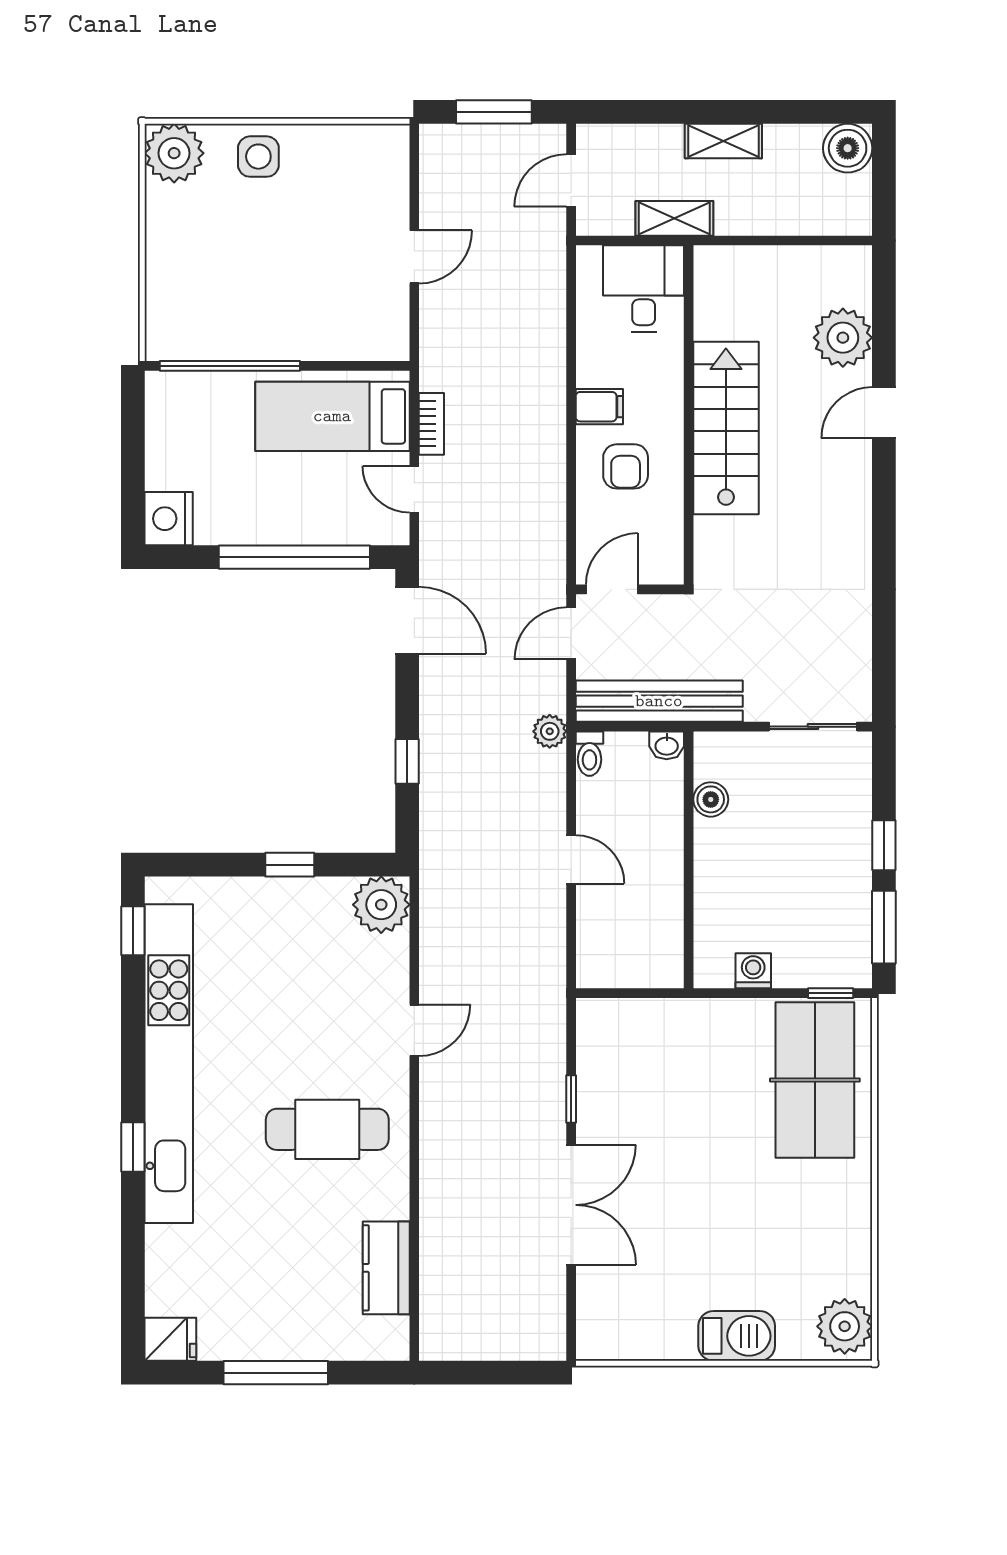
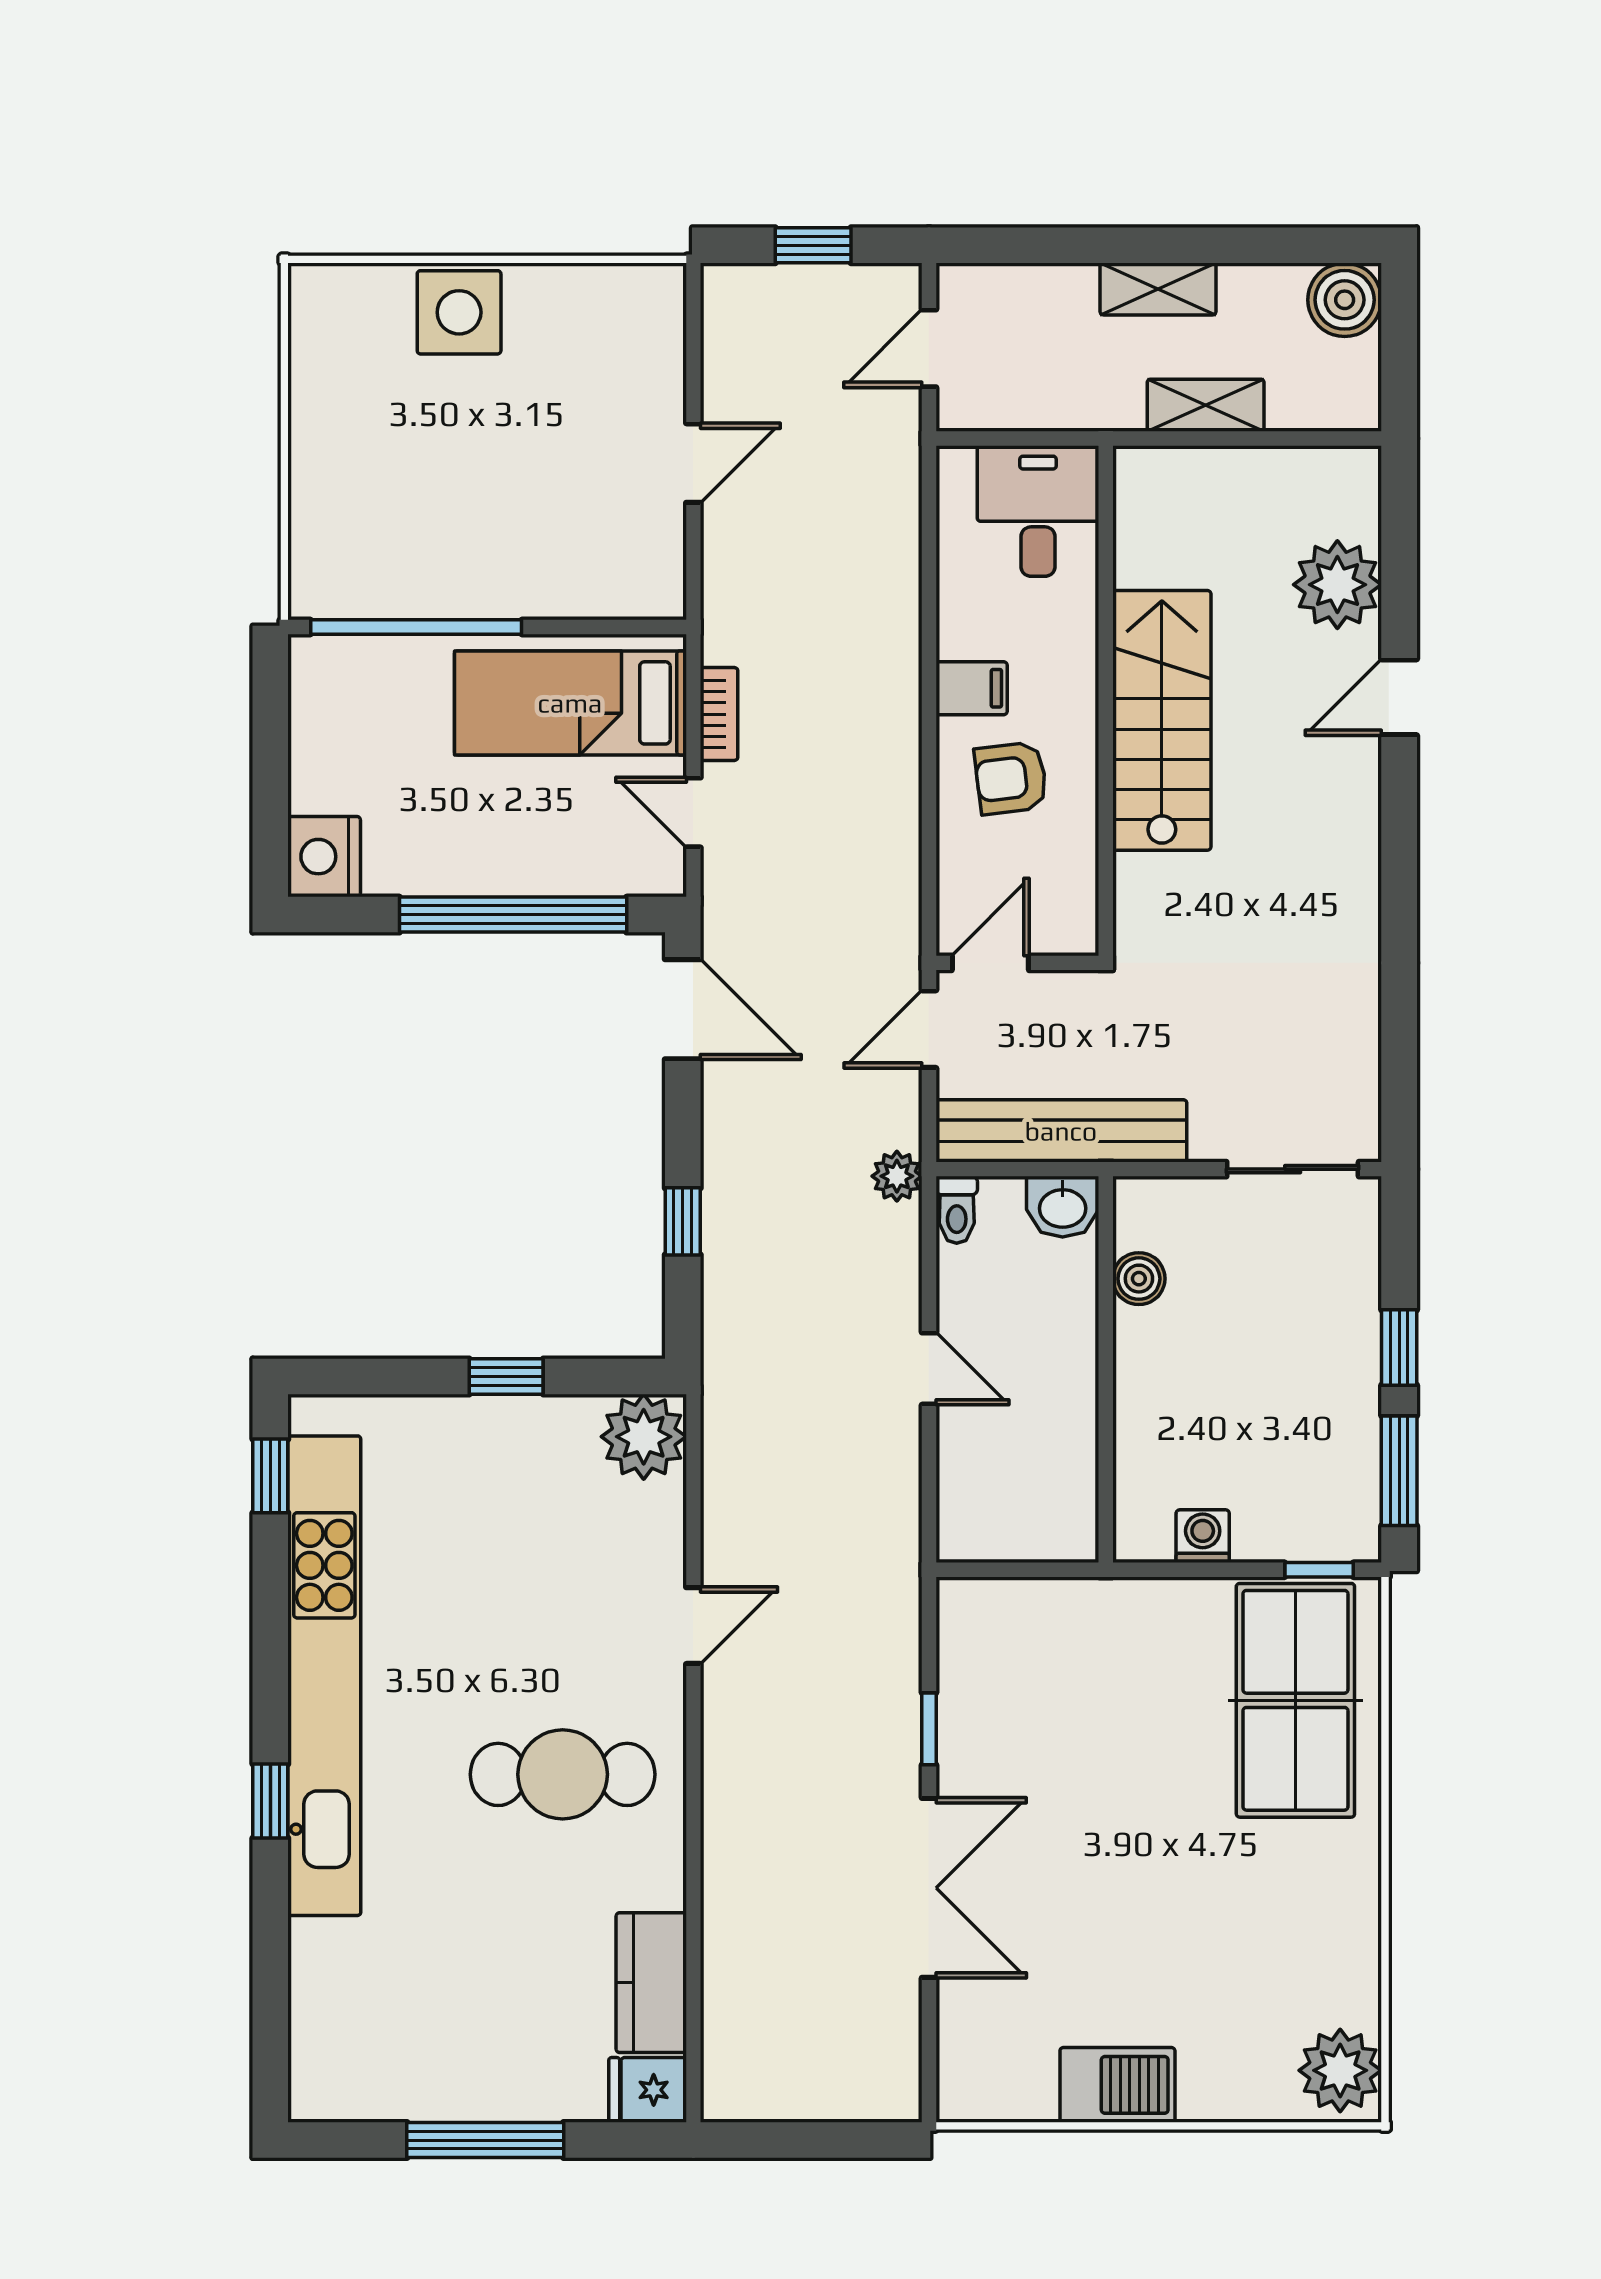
window: (494, 112) -> (813, 245), width x0.67
plant: (174, 153) -> (332, 307), removed
side table: (258, 157) -> (459, 312), width x1.37, depth x1.37
shelving: (674, 218) -> (1206, 405), moved
armchair: (626, 466) -> (1011, 778), turned 83
washbasin: (667, 745) -> (1063, 1207), width x1.38, depth x1.45
barbecue: (737, 1336) -> (1117, 2085), moved
fridge: (170, 1339) -> (648, 2090), moved, turned 180

